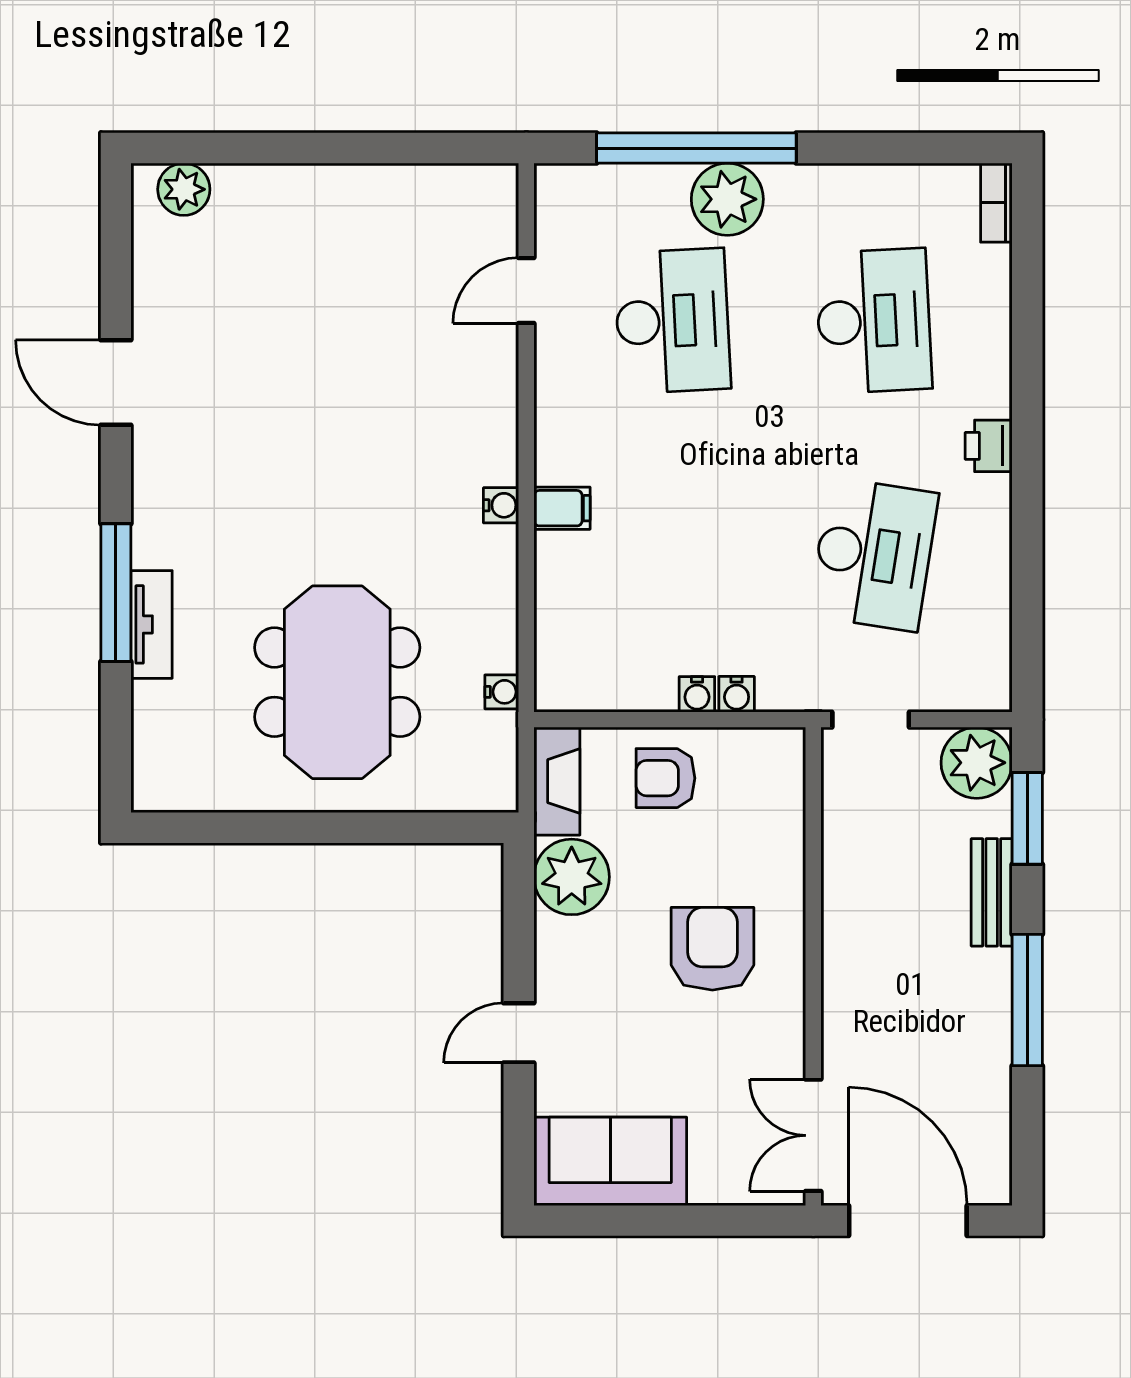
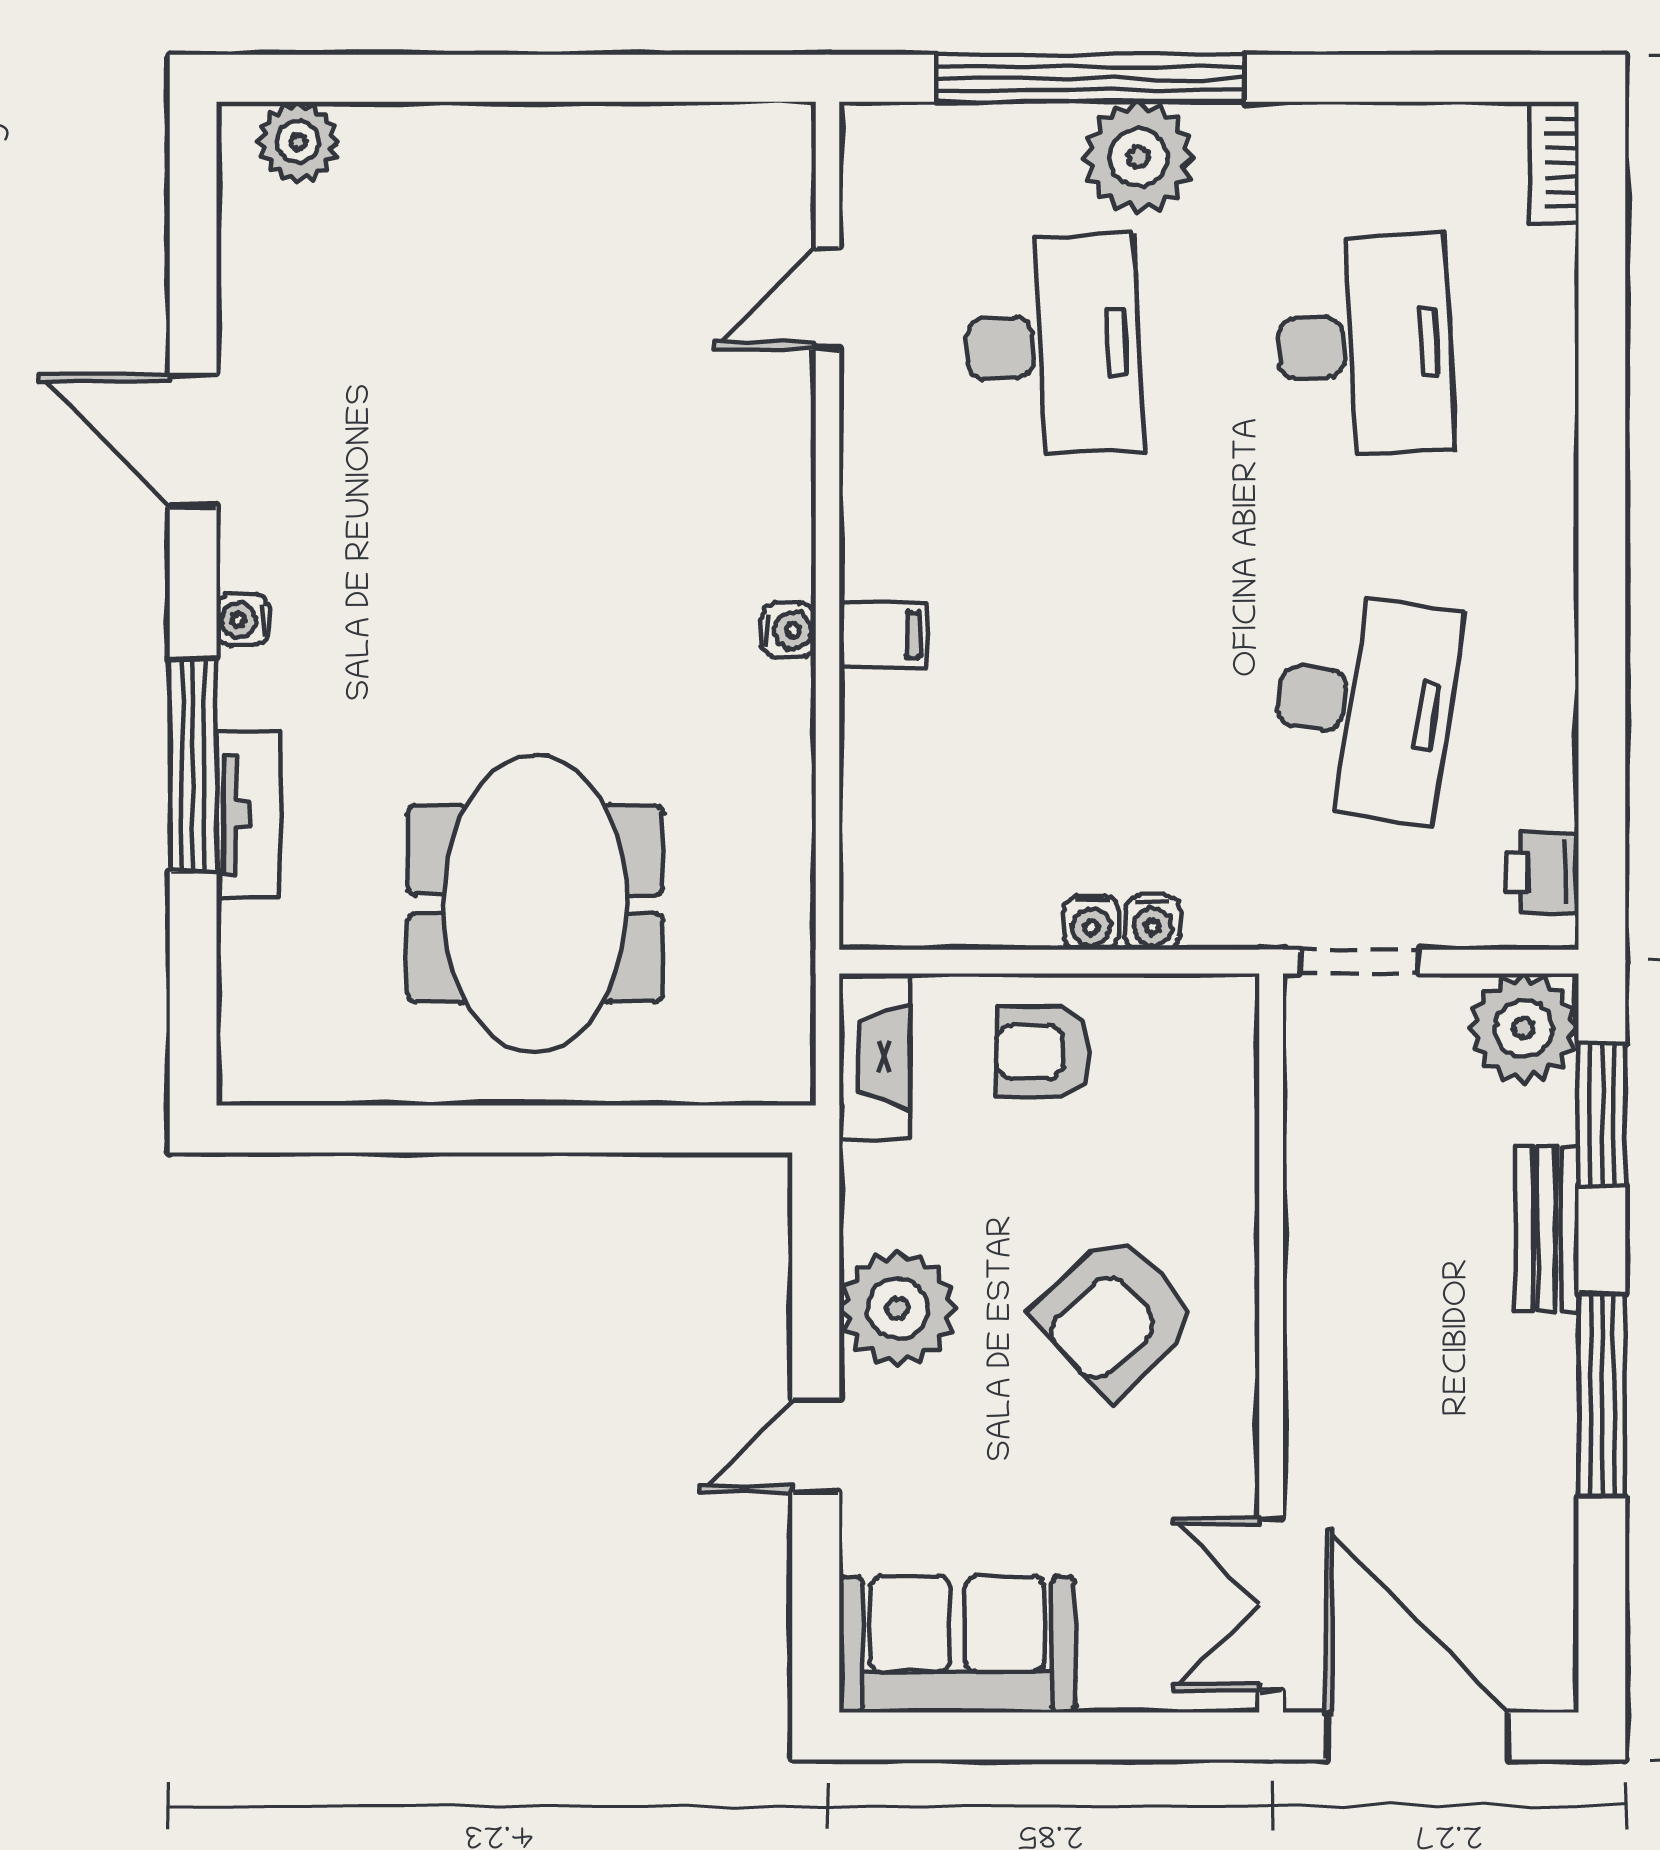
printer: (989, 446) -> (1542, 873), moved
water cooler: (502, 692) -> (243, 620), moved, turned 180
plant: (572, 877) -> (898, 1308), moved
armchair: (712, 949) -> (1115, 1316), turned -132

